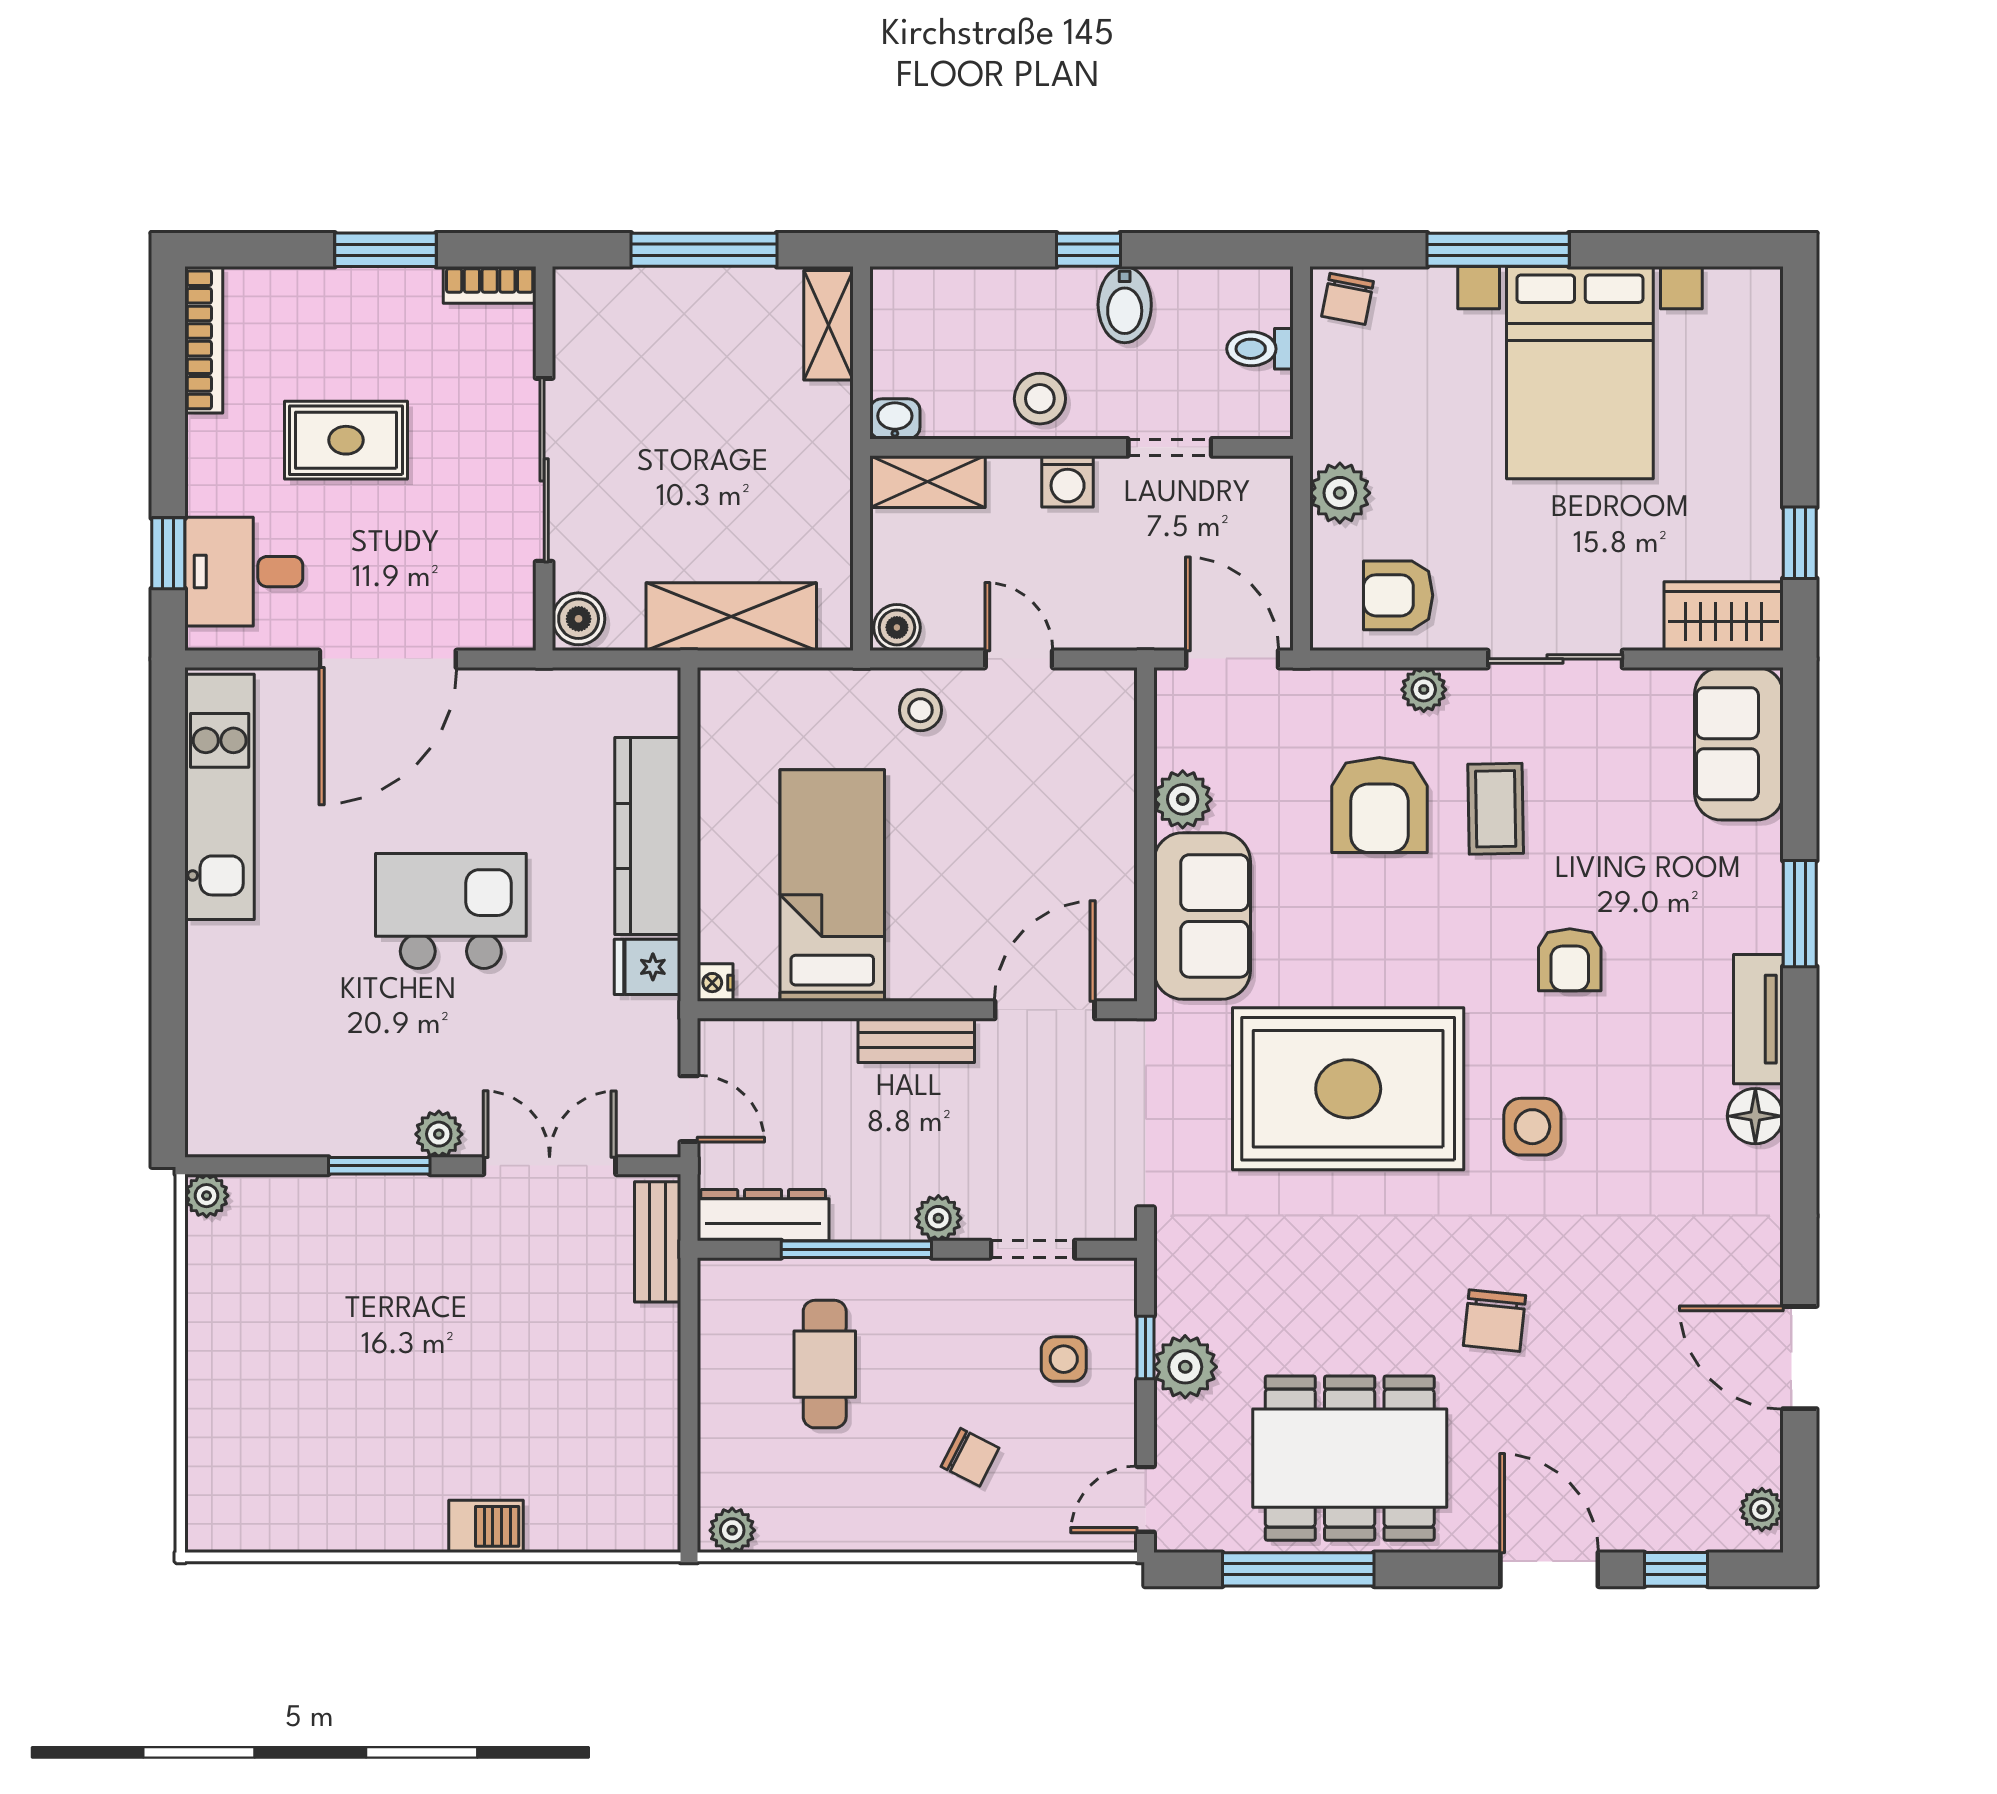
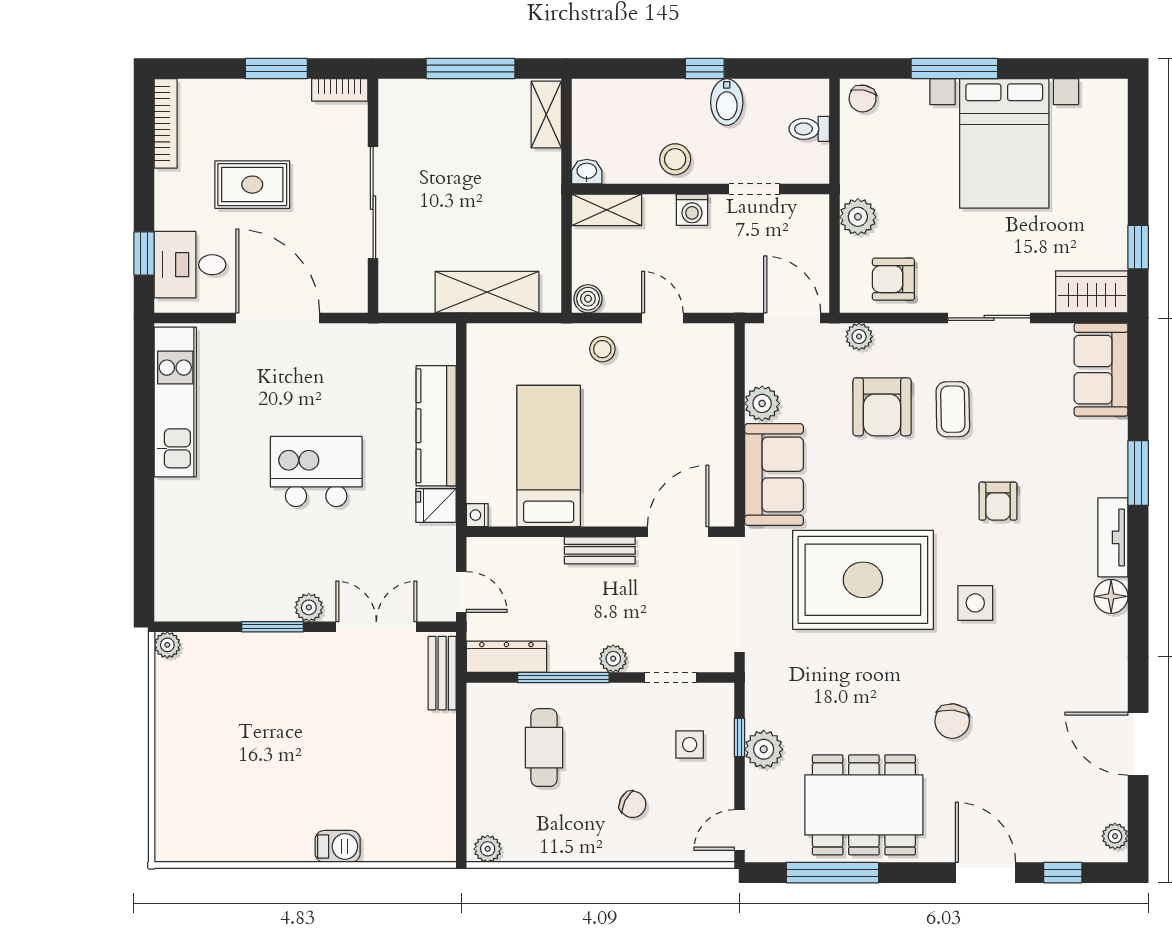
boiler: (579, 619) -> (394, 293), removed
door: (388, 659) -> (278, 318), swing flipped
plant: (1424, 690) -> (859, 337), moved

